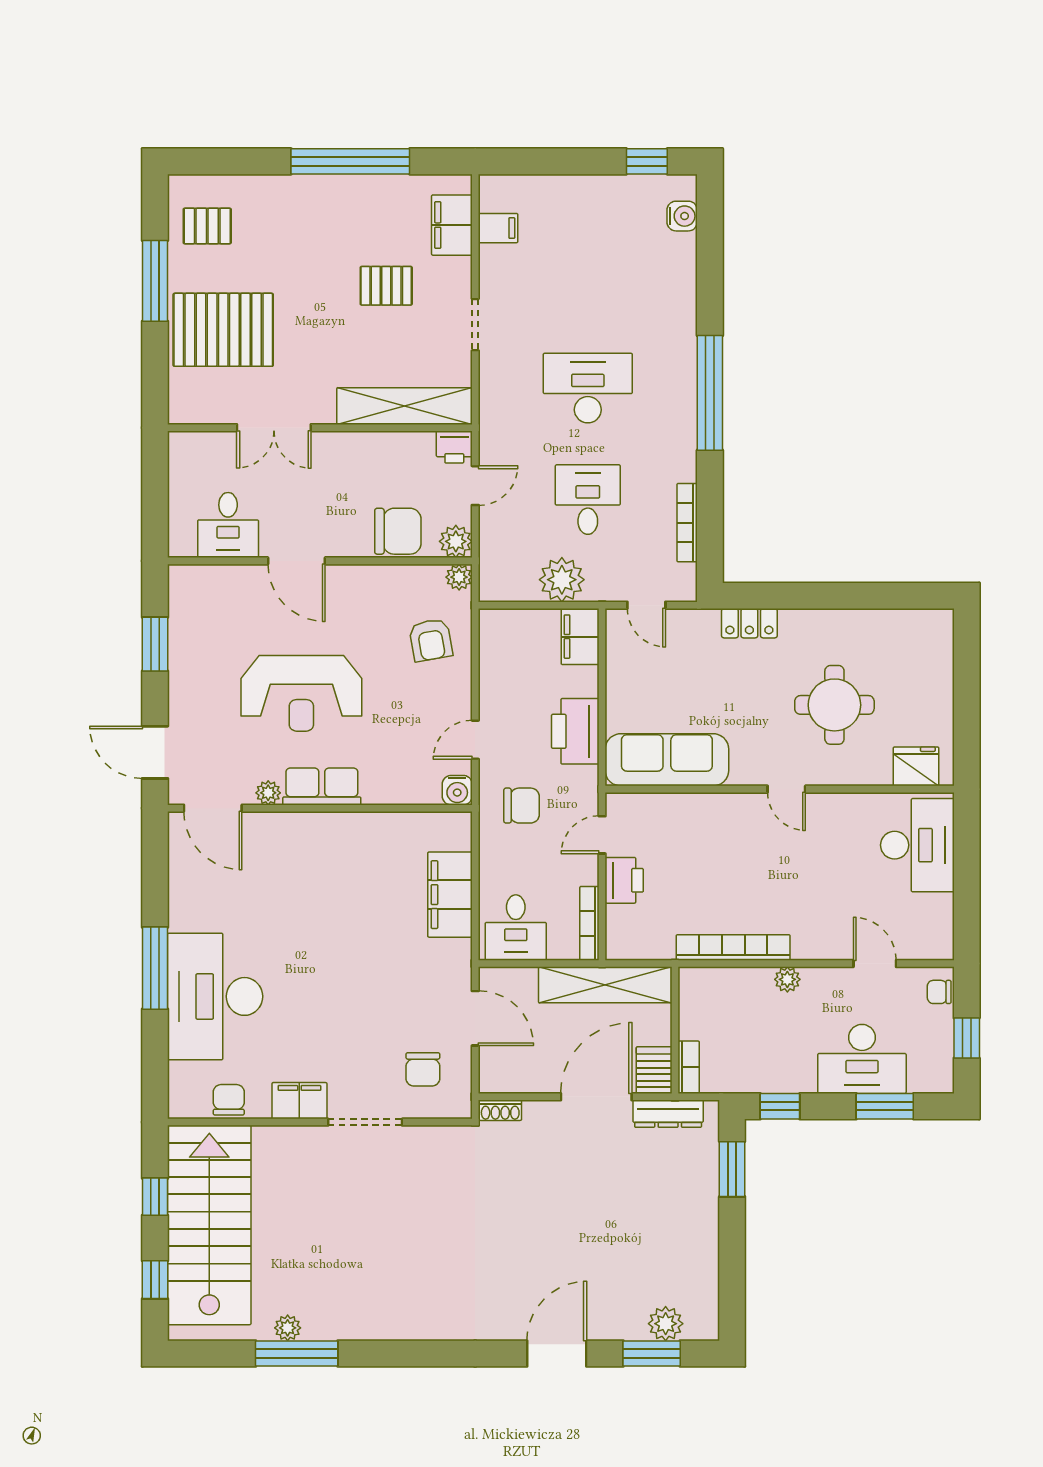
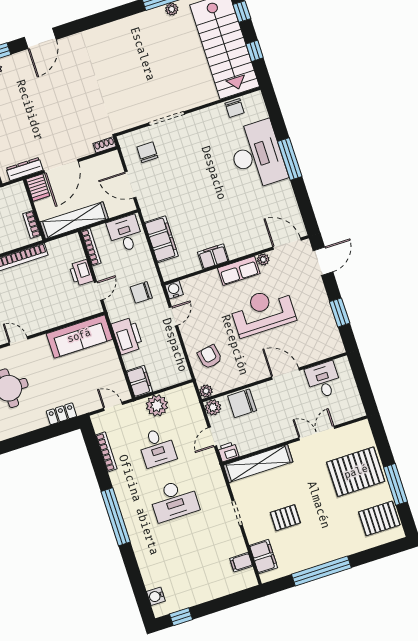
pallet: (207, 226) -> (379, 518), width x1.50, depth x1.42
door: (155, 752) -> (323, 261), hinge flipped
bookcase: (689, 1067) -> (32, 224), moved
filing cabinet: (299, 1101) -> (213, 256), moved, turned 180

